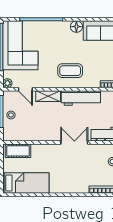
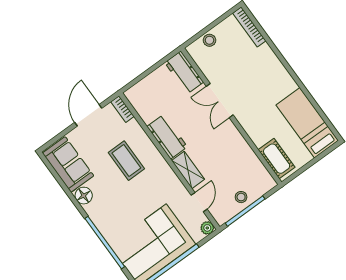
coffee table: (70, 71) -> (126, 161), moved
workbench: (81, 98) -> (167, 137), width x0.73

